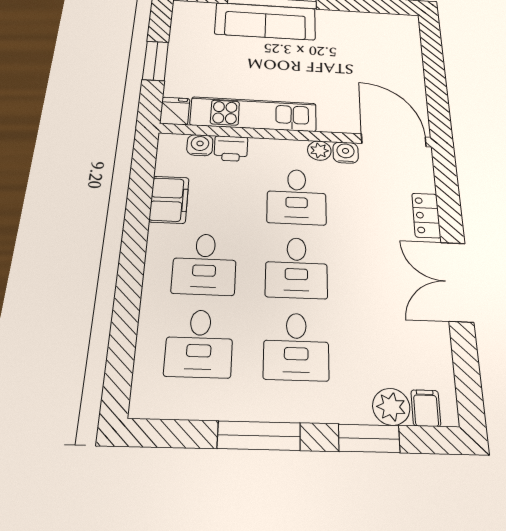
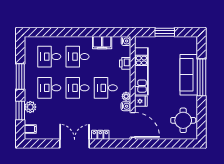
round table: (376, 38) -> (183, 120), added
fridge: (175, 111) -> (141, 101), moved
door: (394, 140) -> (133, 125), hinge flipped
water cooler: (200, 145) -> (126, 41), moved
plant: (391, 407) -> (30, 107), moved

